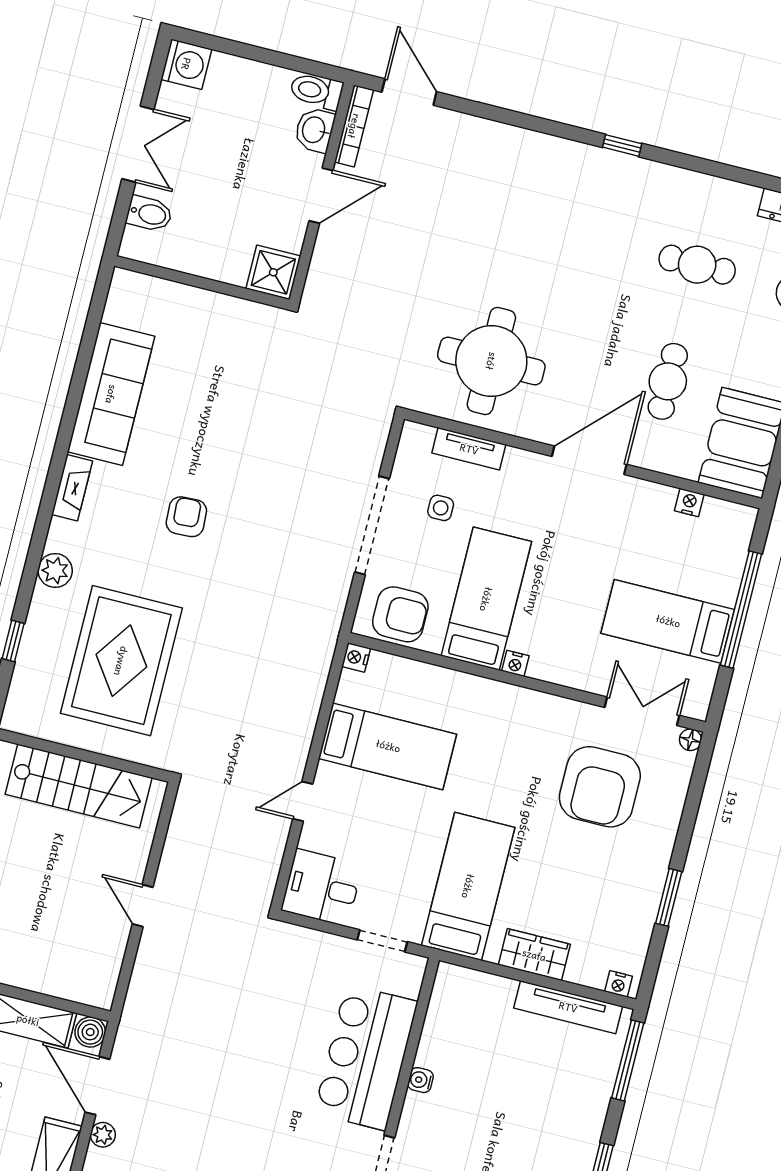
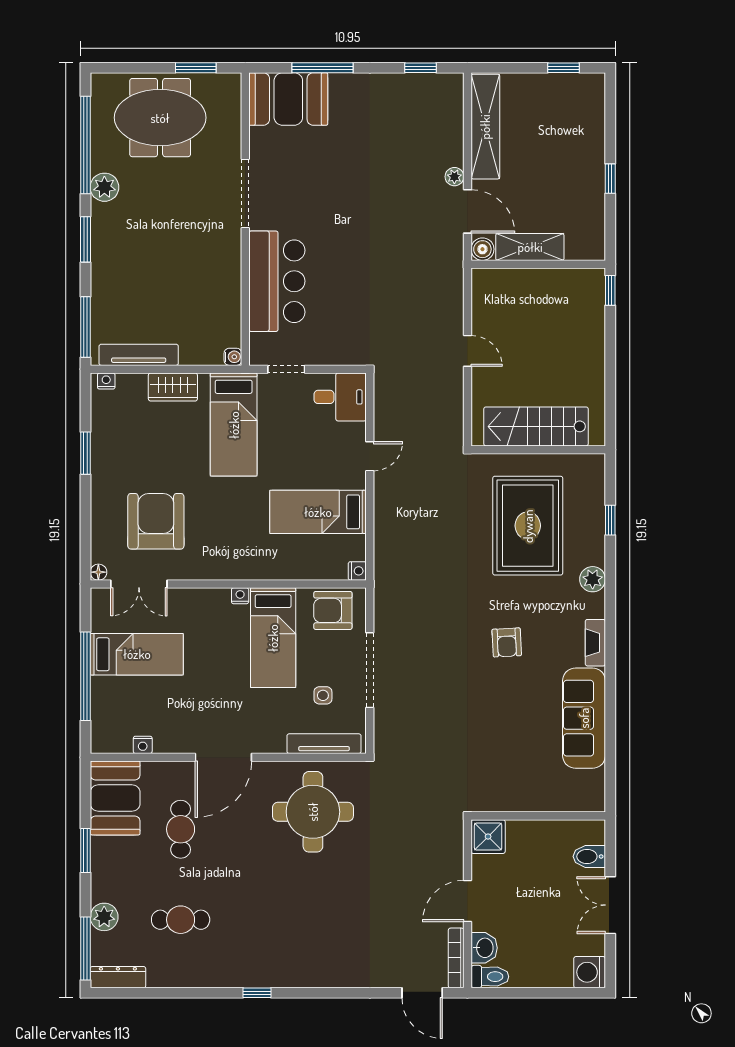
tv unit: (469, 449) -> (324, 744), width x1.41
water cooler: (420, 1080) -> (233, 357), moved

